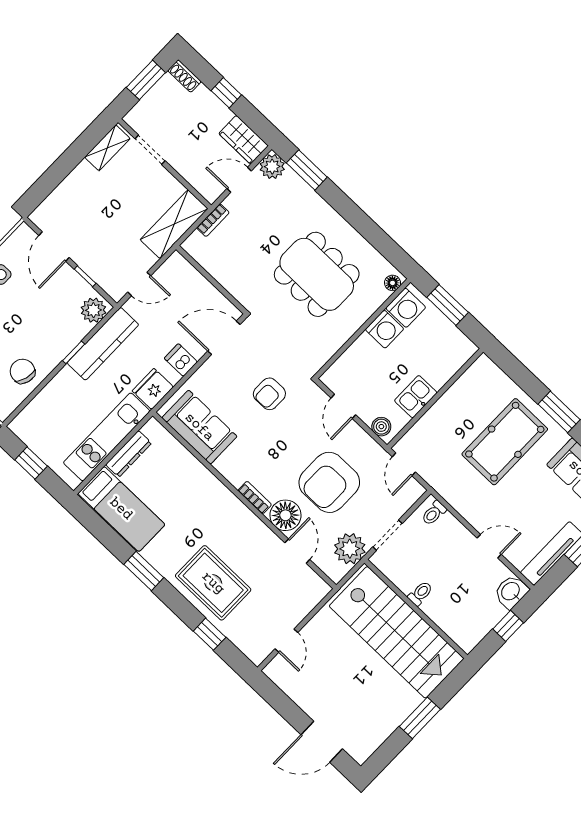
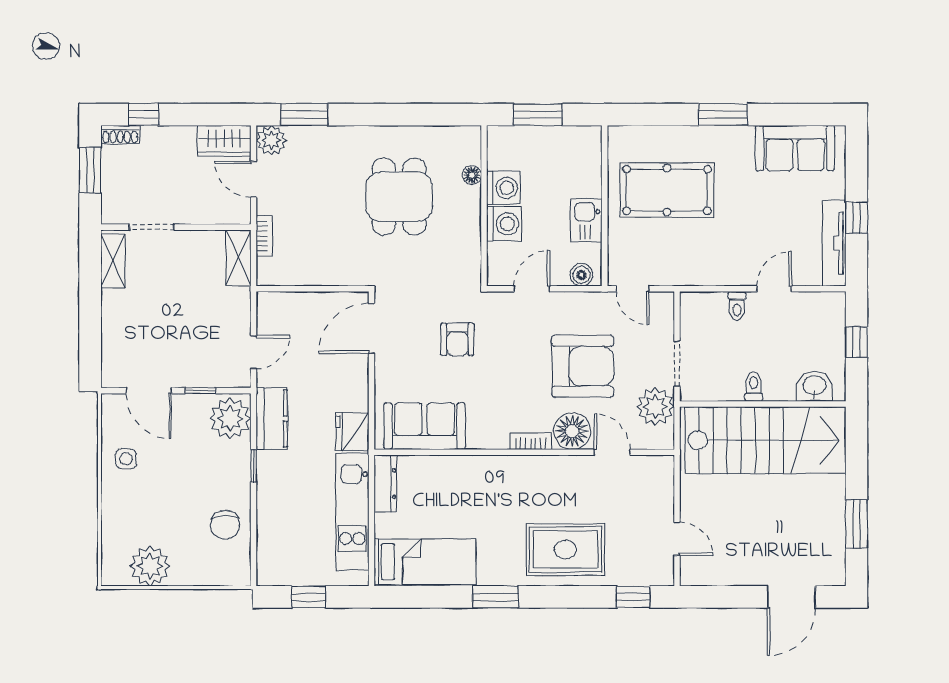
window: (226, 93) -> (144, 115), moved
door: (239, 180) -> (254, 179), hinge flipped
shelving: (174, 224) -> (238, 258), width x0.67, depth x0.75
dining table: (317, 274) -> (399, 197), width x0.73
floor lamp: (393, 283) -> (472, 175), moved
washing machine: (406, 308) -> (504, 224), moved
plant: (93, 310) -> (230, 418), width x1.36, depth x1.36
kitchen counter: (103, 344) -> (272, 419), width x0.67
dishwasher: (181, 360) -> (353, 384), removed
chair: (23, 371) -> (225, 525), turned -106
door: (343, 406) -> (532, 289), swing flipped
pool table: (505, 442) -> (667, 190), moved, turned 90
dresser: (129, 454) -> (385, 484), moved
armchair: (329, 482) -> (583, 366), turned -90
toilet: (434, 513) -> (737, 306), moved
washbasin: (511, 592) -> (814, 386), moved, turned 90
window: (210, 634) -> (633, 597), moved
window: (420, 718) -> (856, 524), moved

